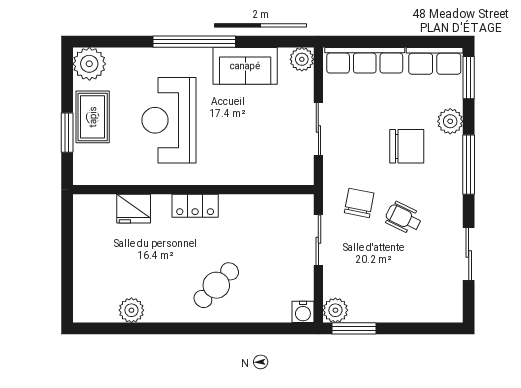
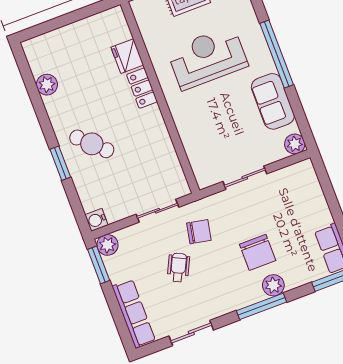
row of seats: (365, 60) -> (134, 314), moved, turned 180
plant: (450, 121) -> (273, 285), moved
locker: (195, 206) -> (142, 88), moved
wheelchair: (403, 218) -> (178, 267), moved
window: (225, 328) -> (60, 163), added

